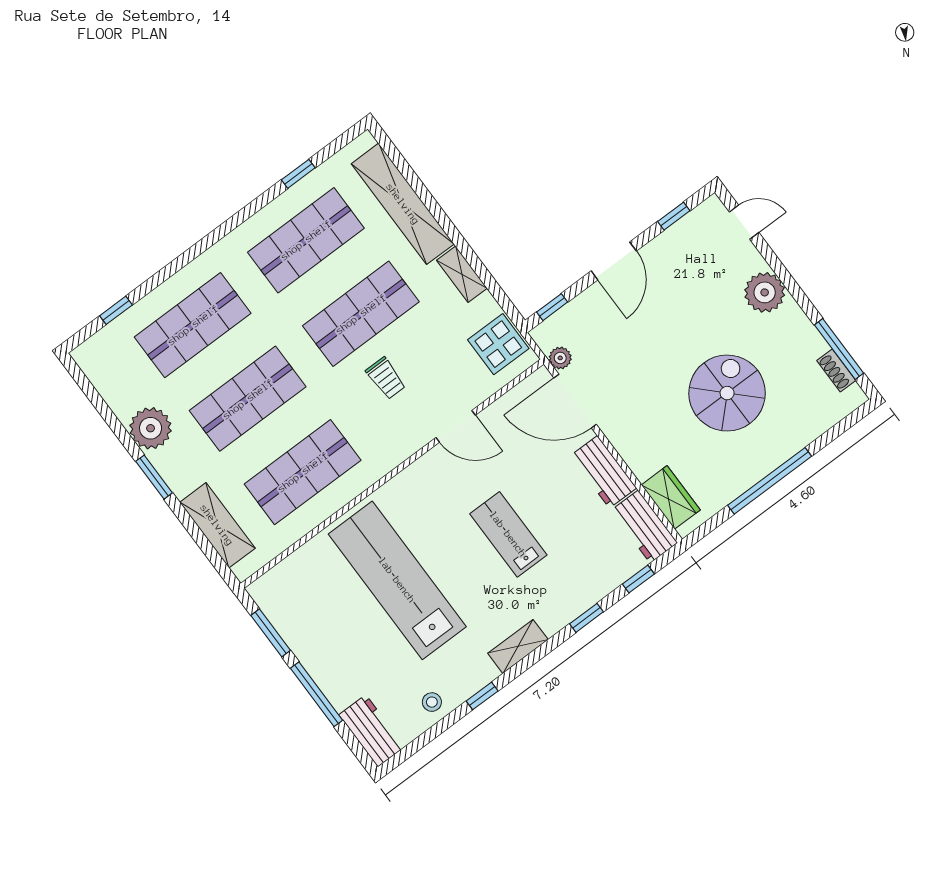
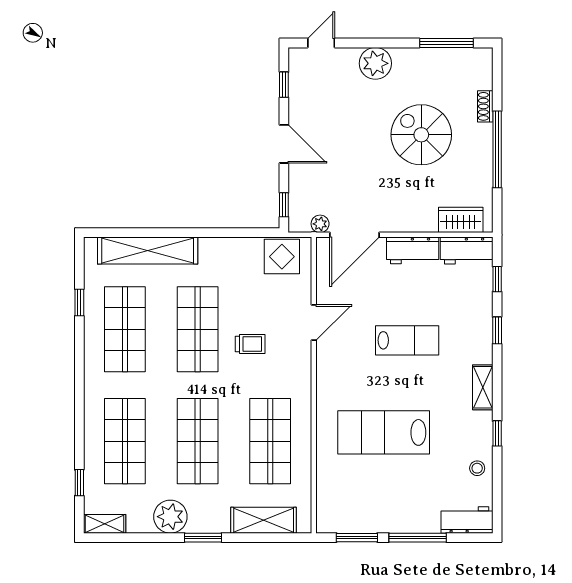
shelving: (462, 274) -> (105, 524), moved
shoe rack: (836, 370) -> (485, 106), moved, turned 90
lab bench: (508, 534) -> (407, 340), turned 180
lab bench: (397, 580) -> (384, 432), width x0.73

